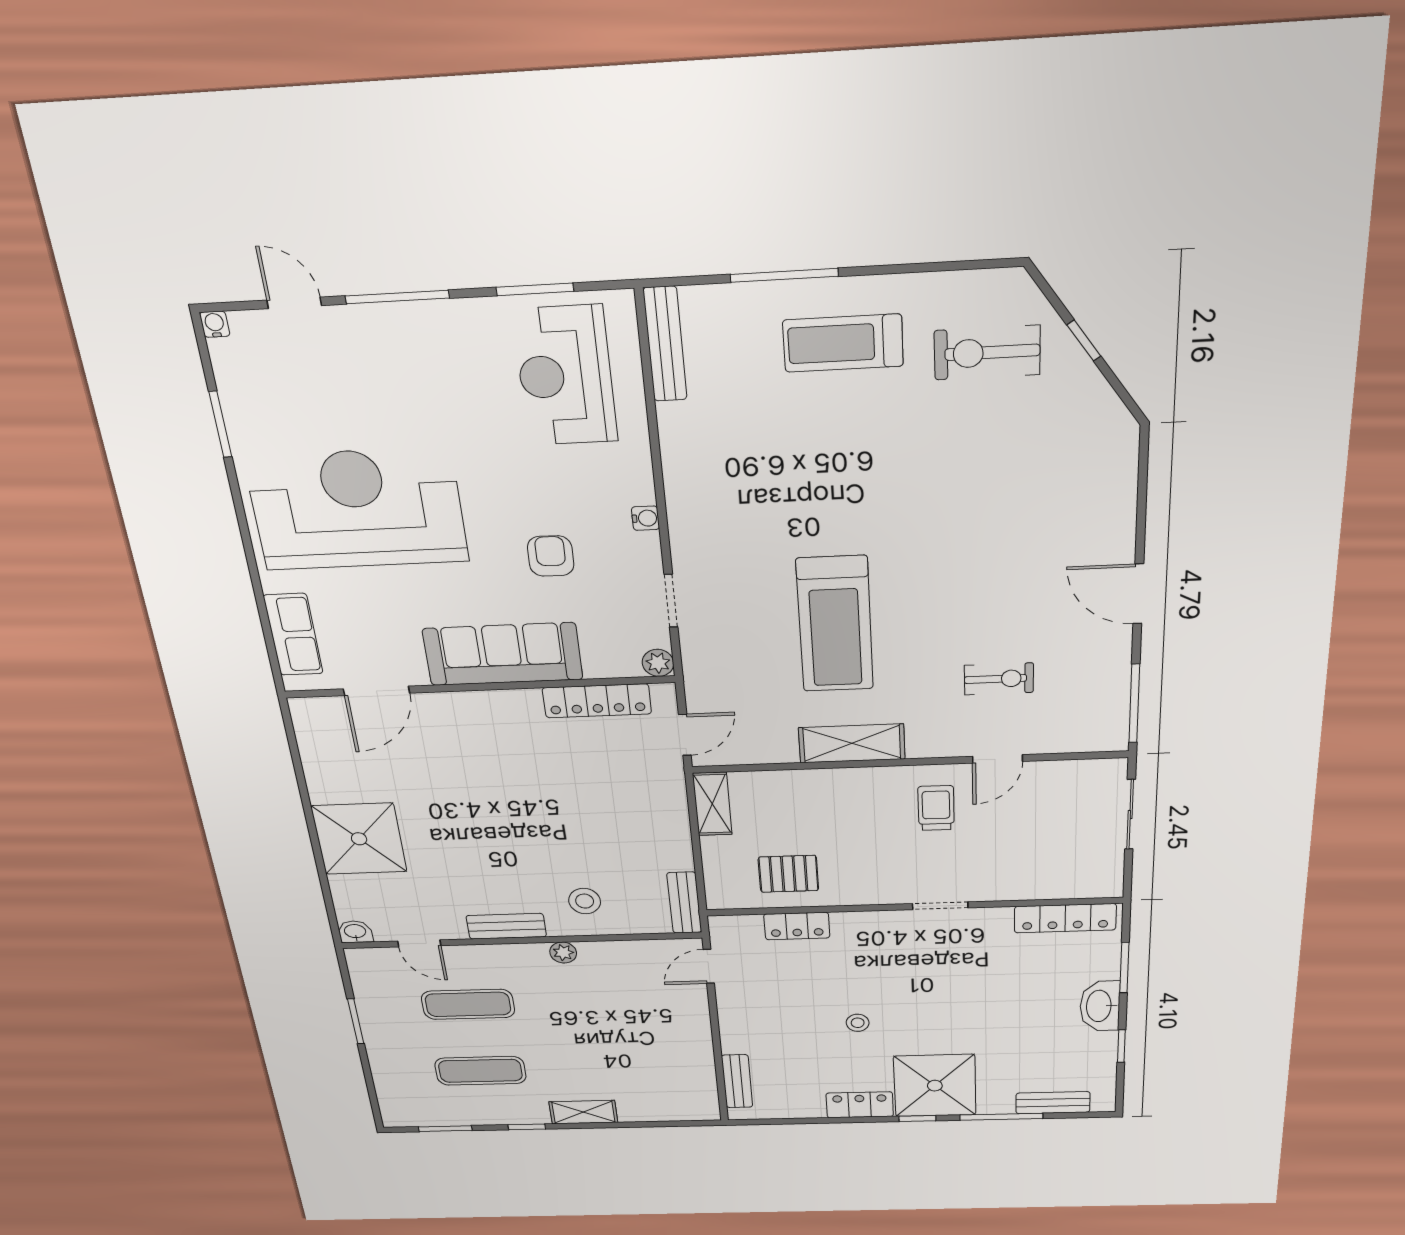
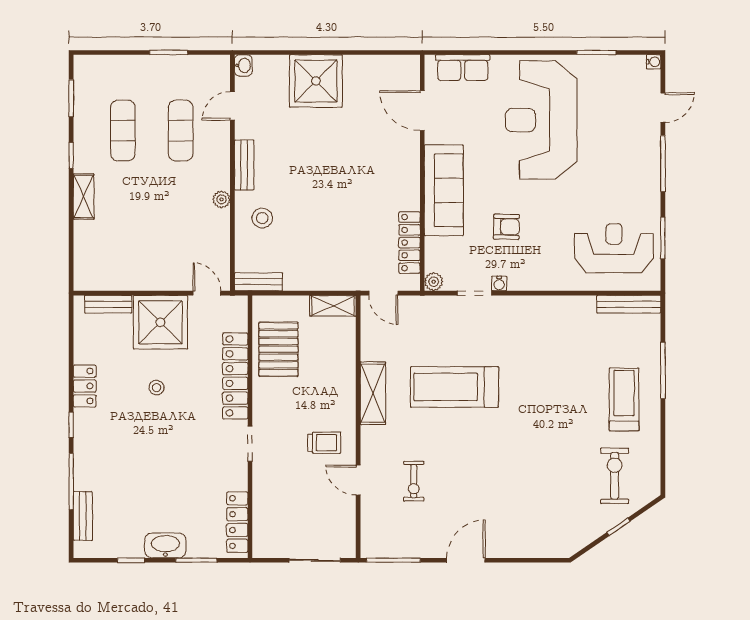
reception desk: (357, 509) -> (541, 120), turned 180
water cooler: (645, 518) -> (499, 284), moved
pallet: (788, 874) -> (278, 349), width x1.50, depth x1.42
locker: (797, 926) -> (235, 376), width x2.16, depth x1.21
shower: (935, 1086) -> (160, 322), moved

